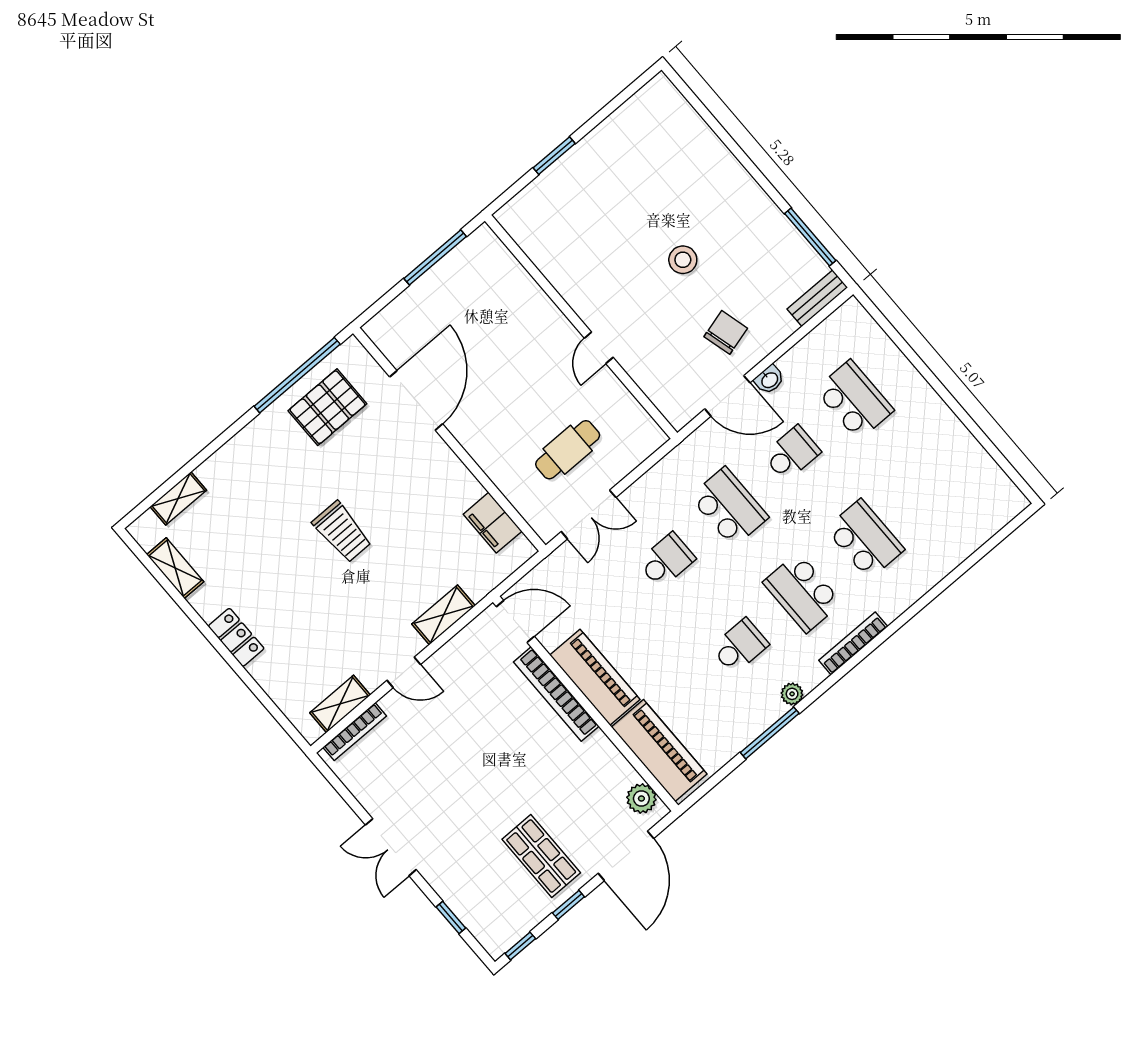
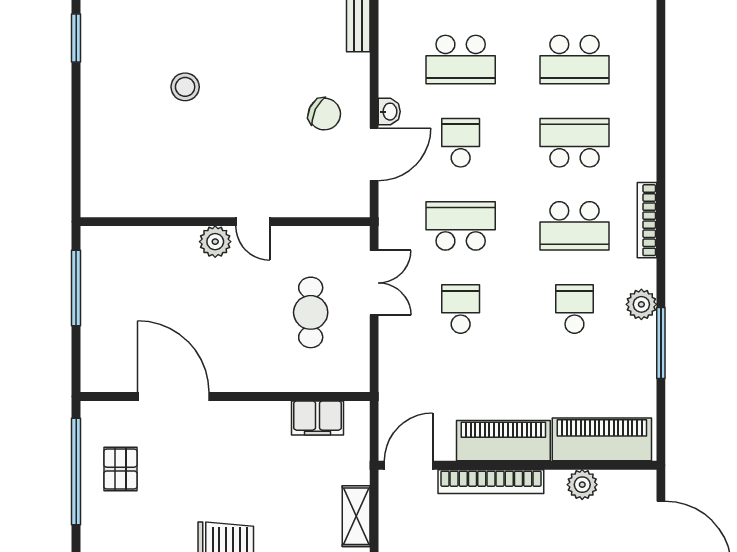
window: (554, 156) -> (76, 38), moved
stool: (683, 260) -> (185, 87), moved
plant: (560, 332) -> (215, 242), added
chair: (726, 332) -> (324, 114), turned 131
school desk: (854, 400) -> (461, 60), turned 180
pallet: (327, 407) -> (120, 469), width x0.67, depth x0.71
school desk: (928, 486) -> (574, 60), added
double door: (589, 514) -> (374, 283), moved
plant: (792, 694) -> (641, 304), width x1.38, depth x1.38
plant: (641, 798) -> (582, 485), moved

